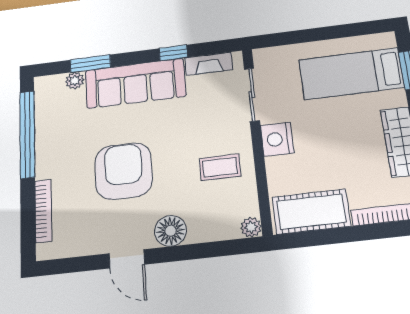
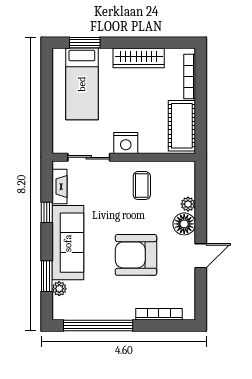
plant: (251, 227) -> (188, 204), moved

